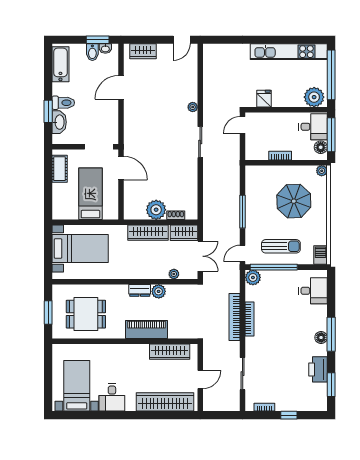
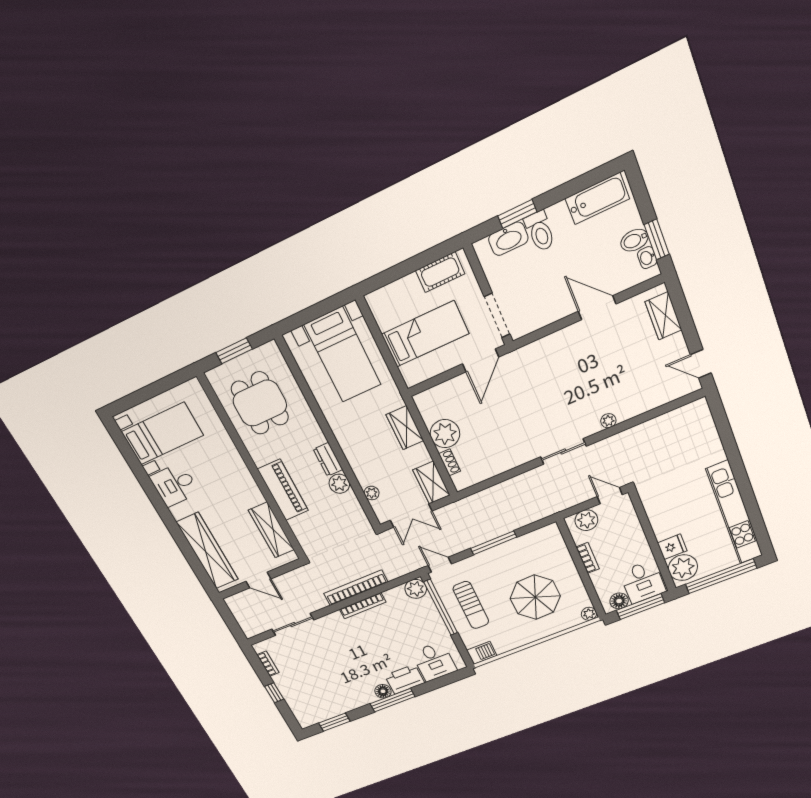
fridge: (264, 99) -> (672, 547), moved
plant: (253, 146) -> (586, 520), added
wardrobe: (148, 233) -> (405, 428), width x0.67
printer: (318, 369) -> (405, 679), moved

